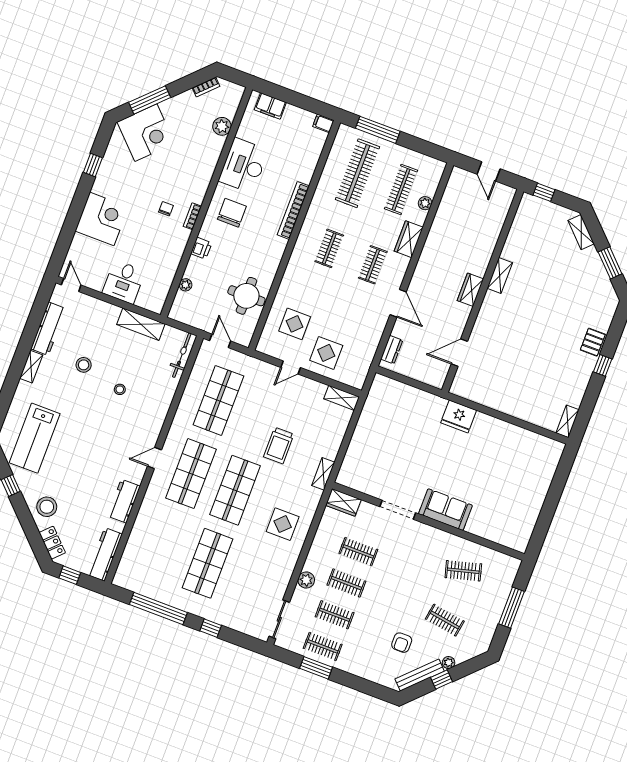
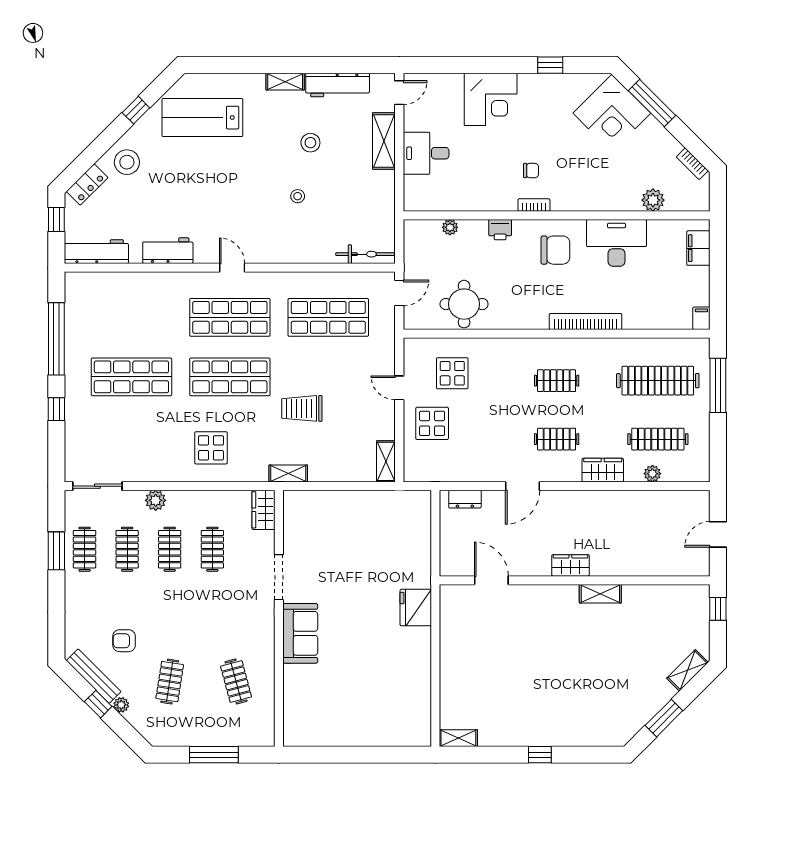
shelving: (141, 324) -> (384, 141), moved
pallet: (593, 342) -> (563, 733), removed

